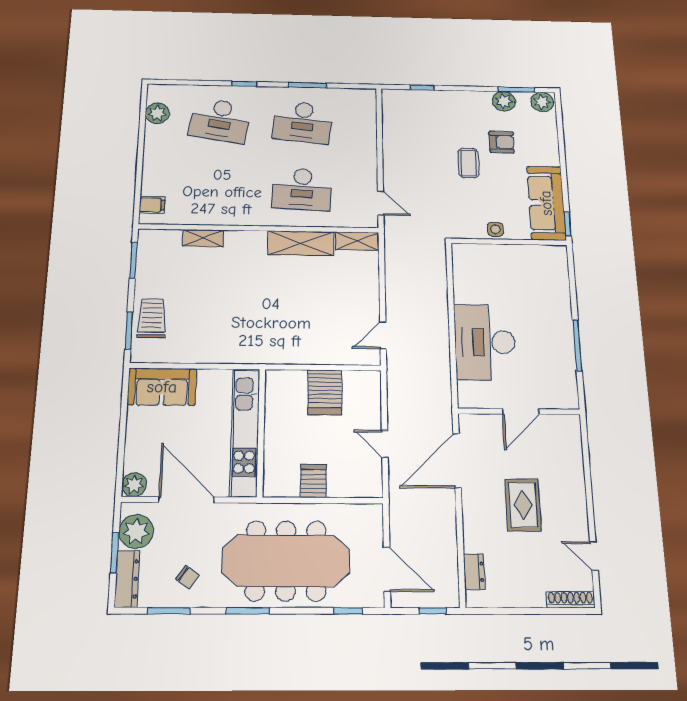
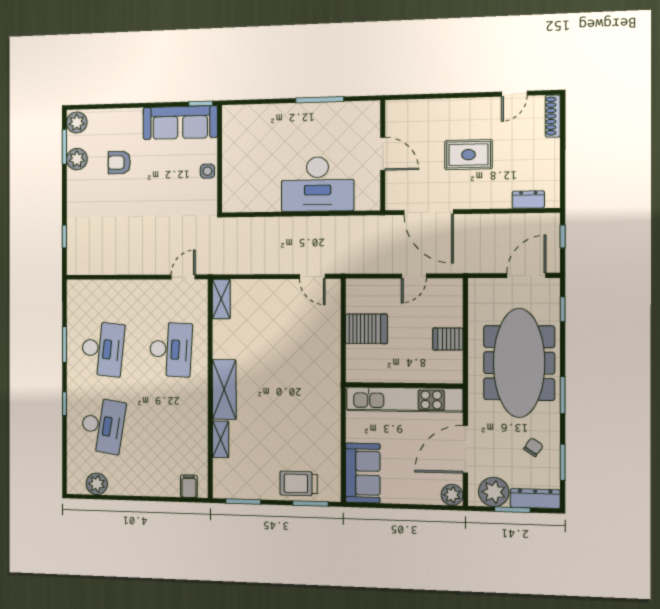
armchair: (502, 142) -> (119, 163), turned -90
coffee table: (468, 163) -> (141, 194), removed
shelving: (301, 243) -> (224, 389), moved

